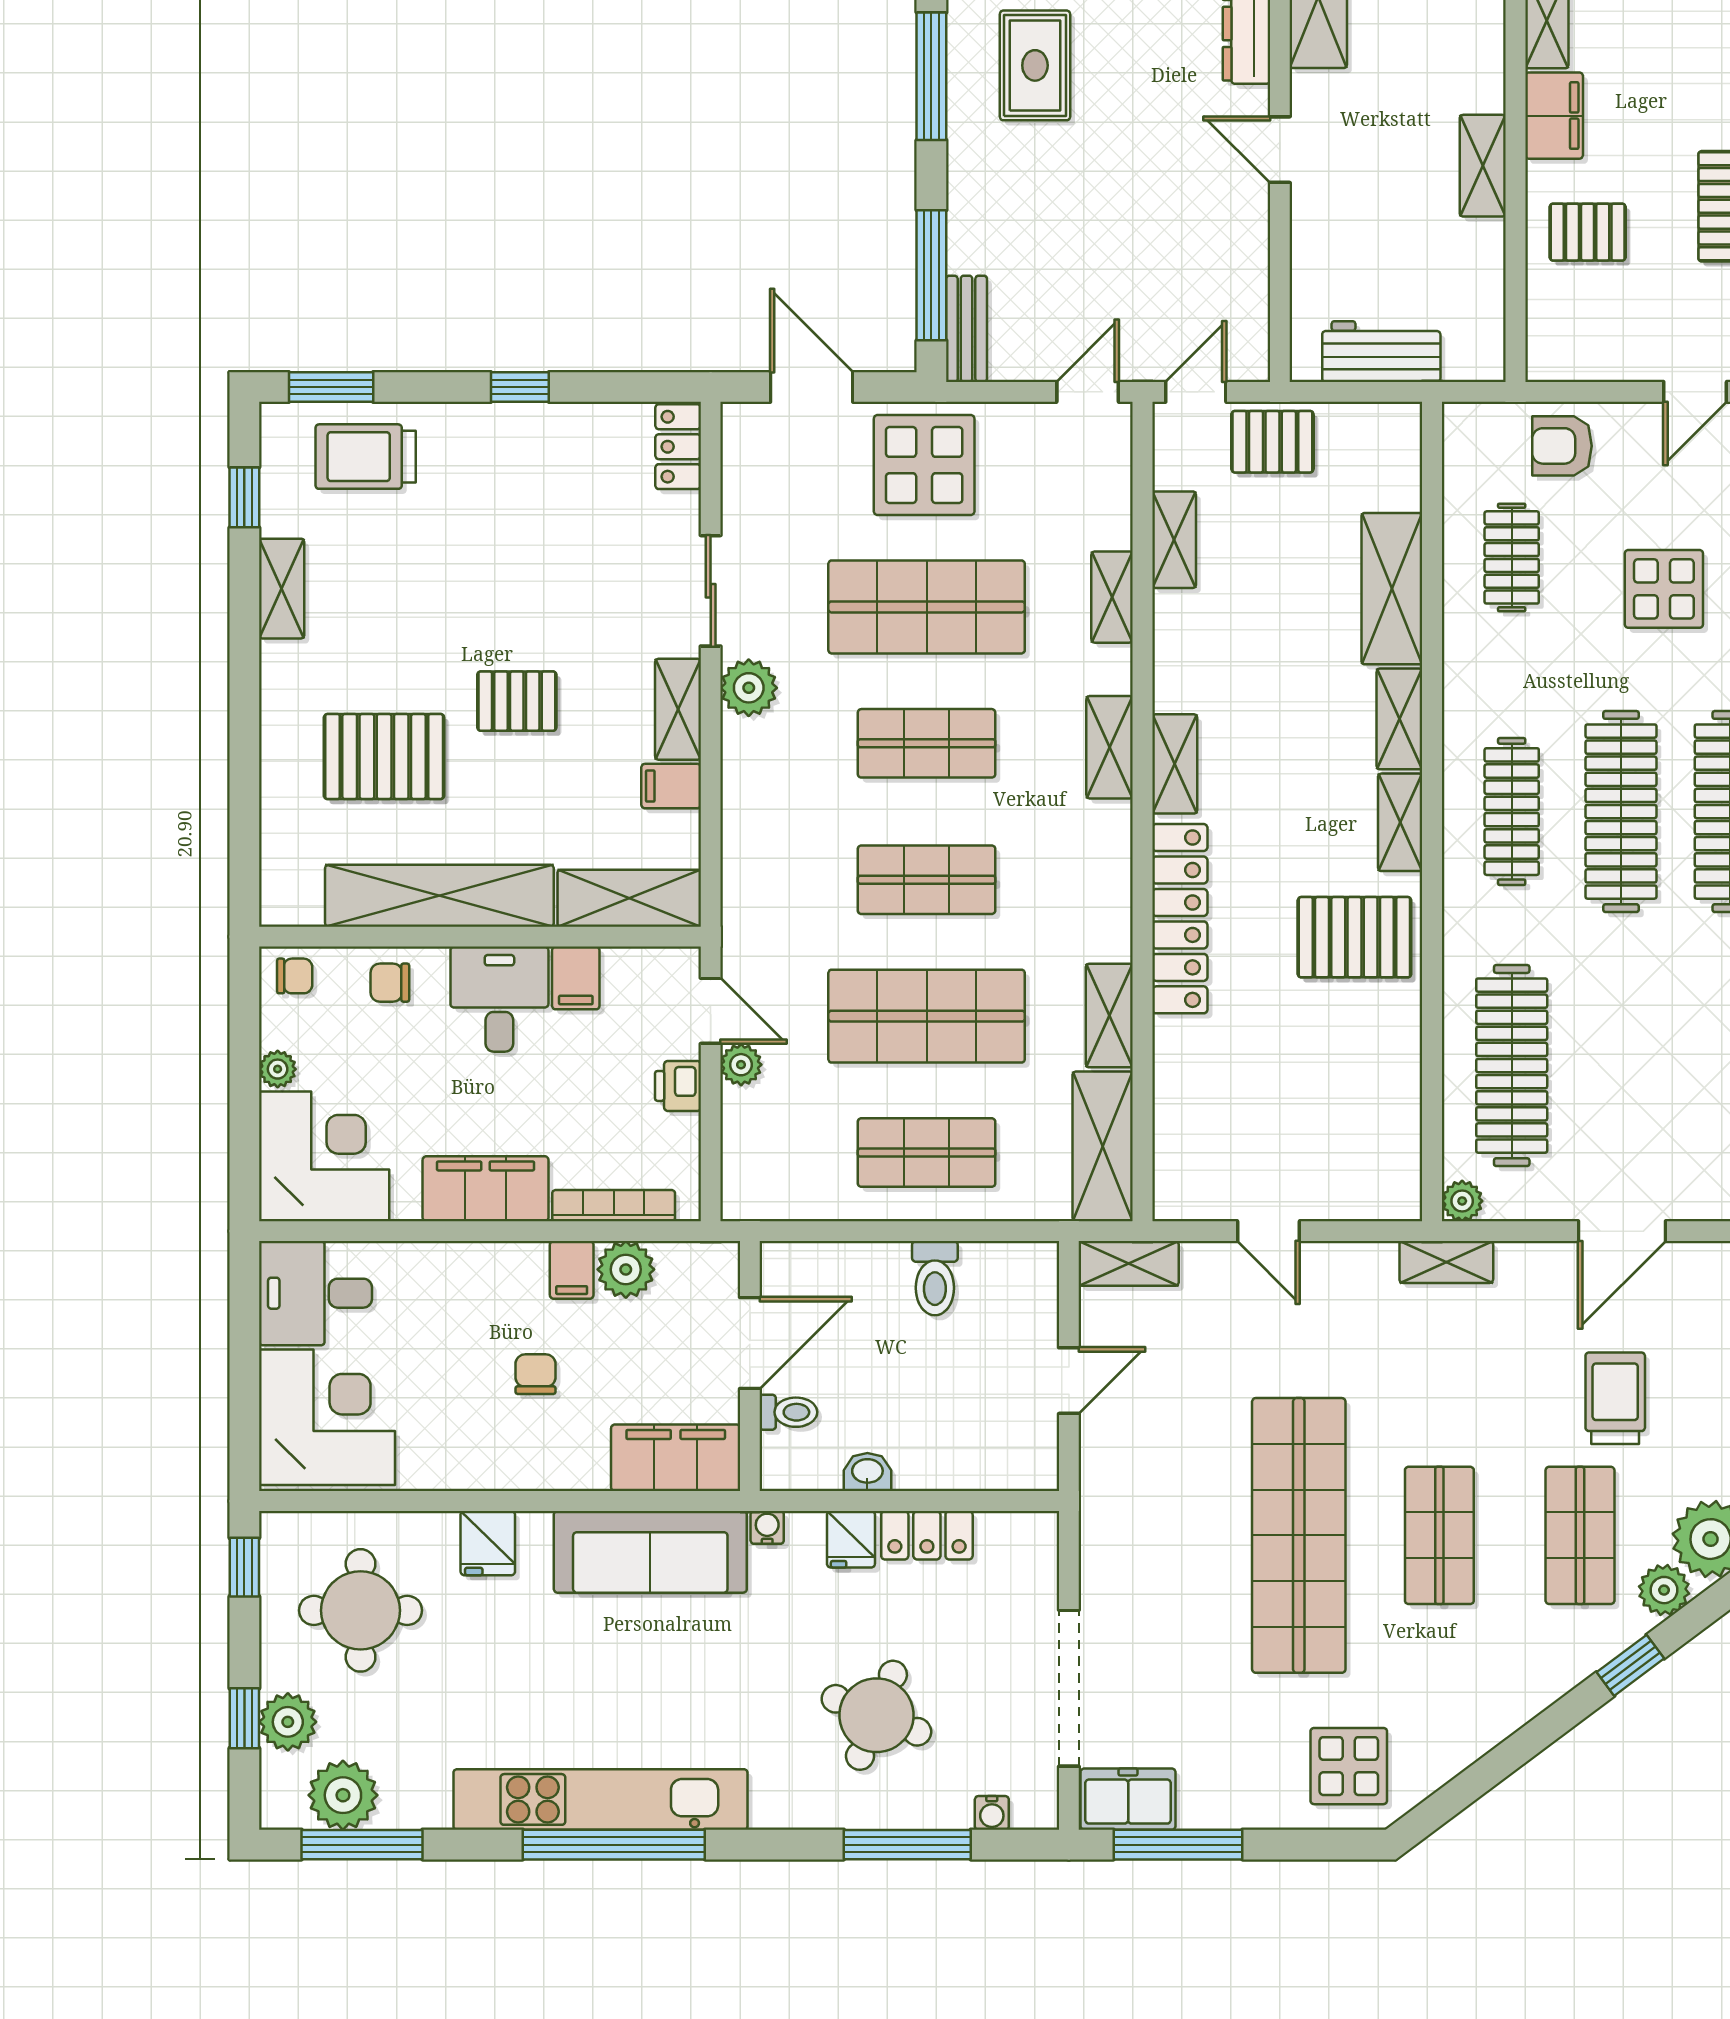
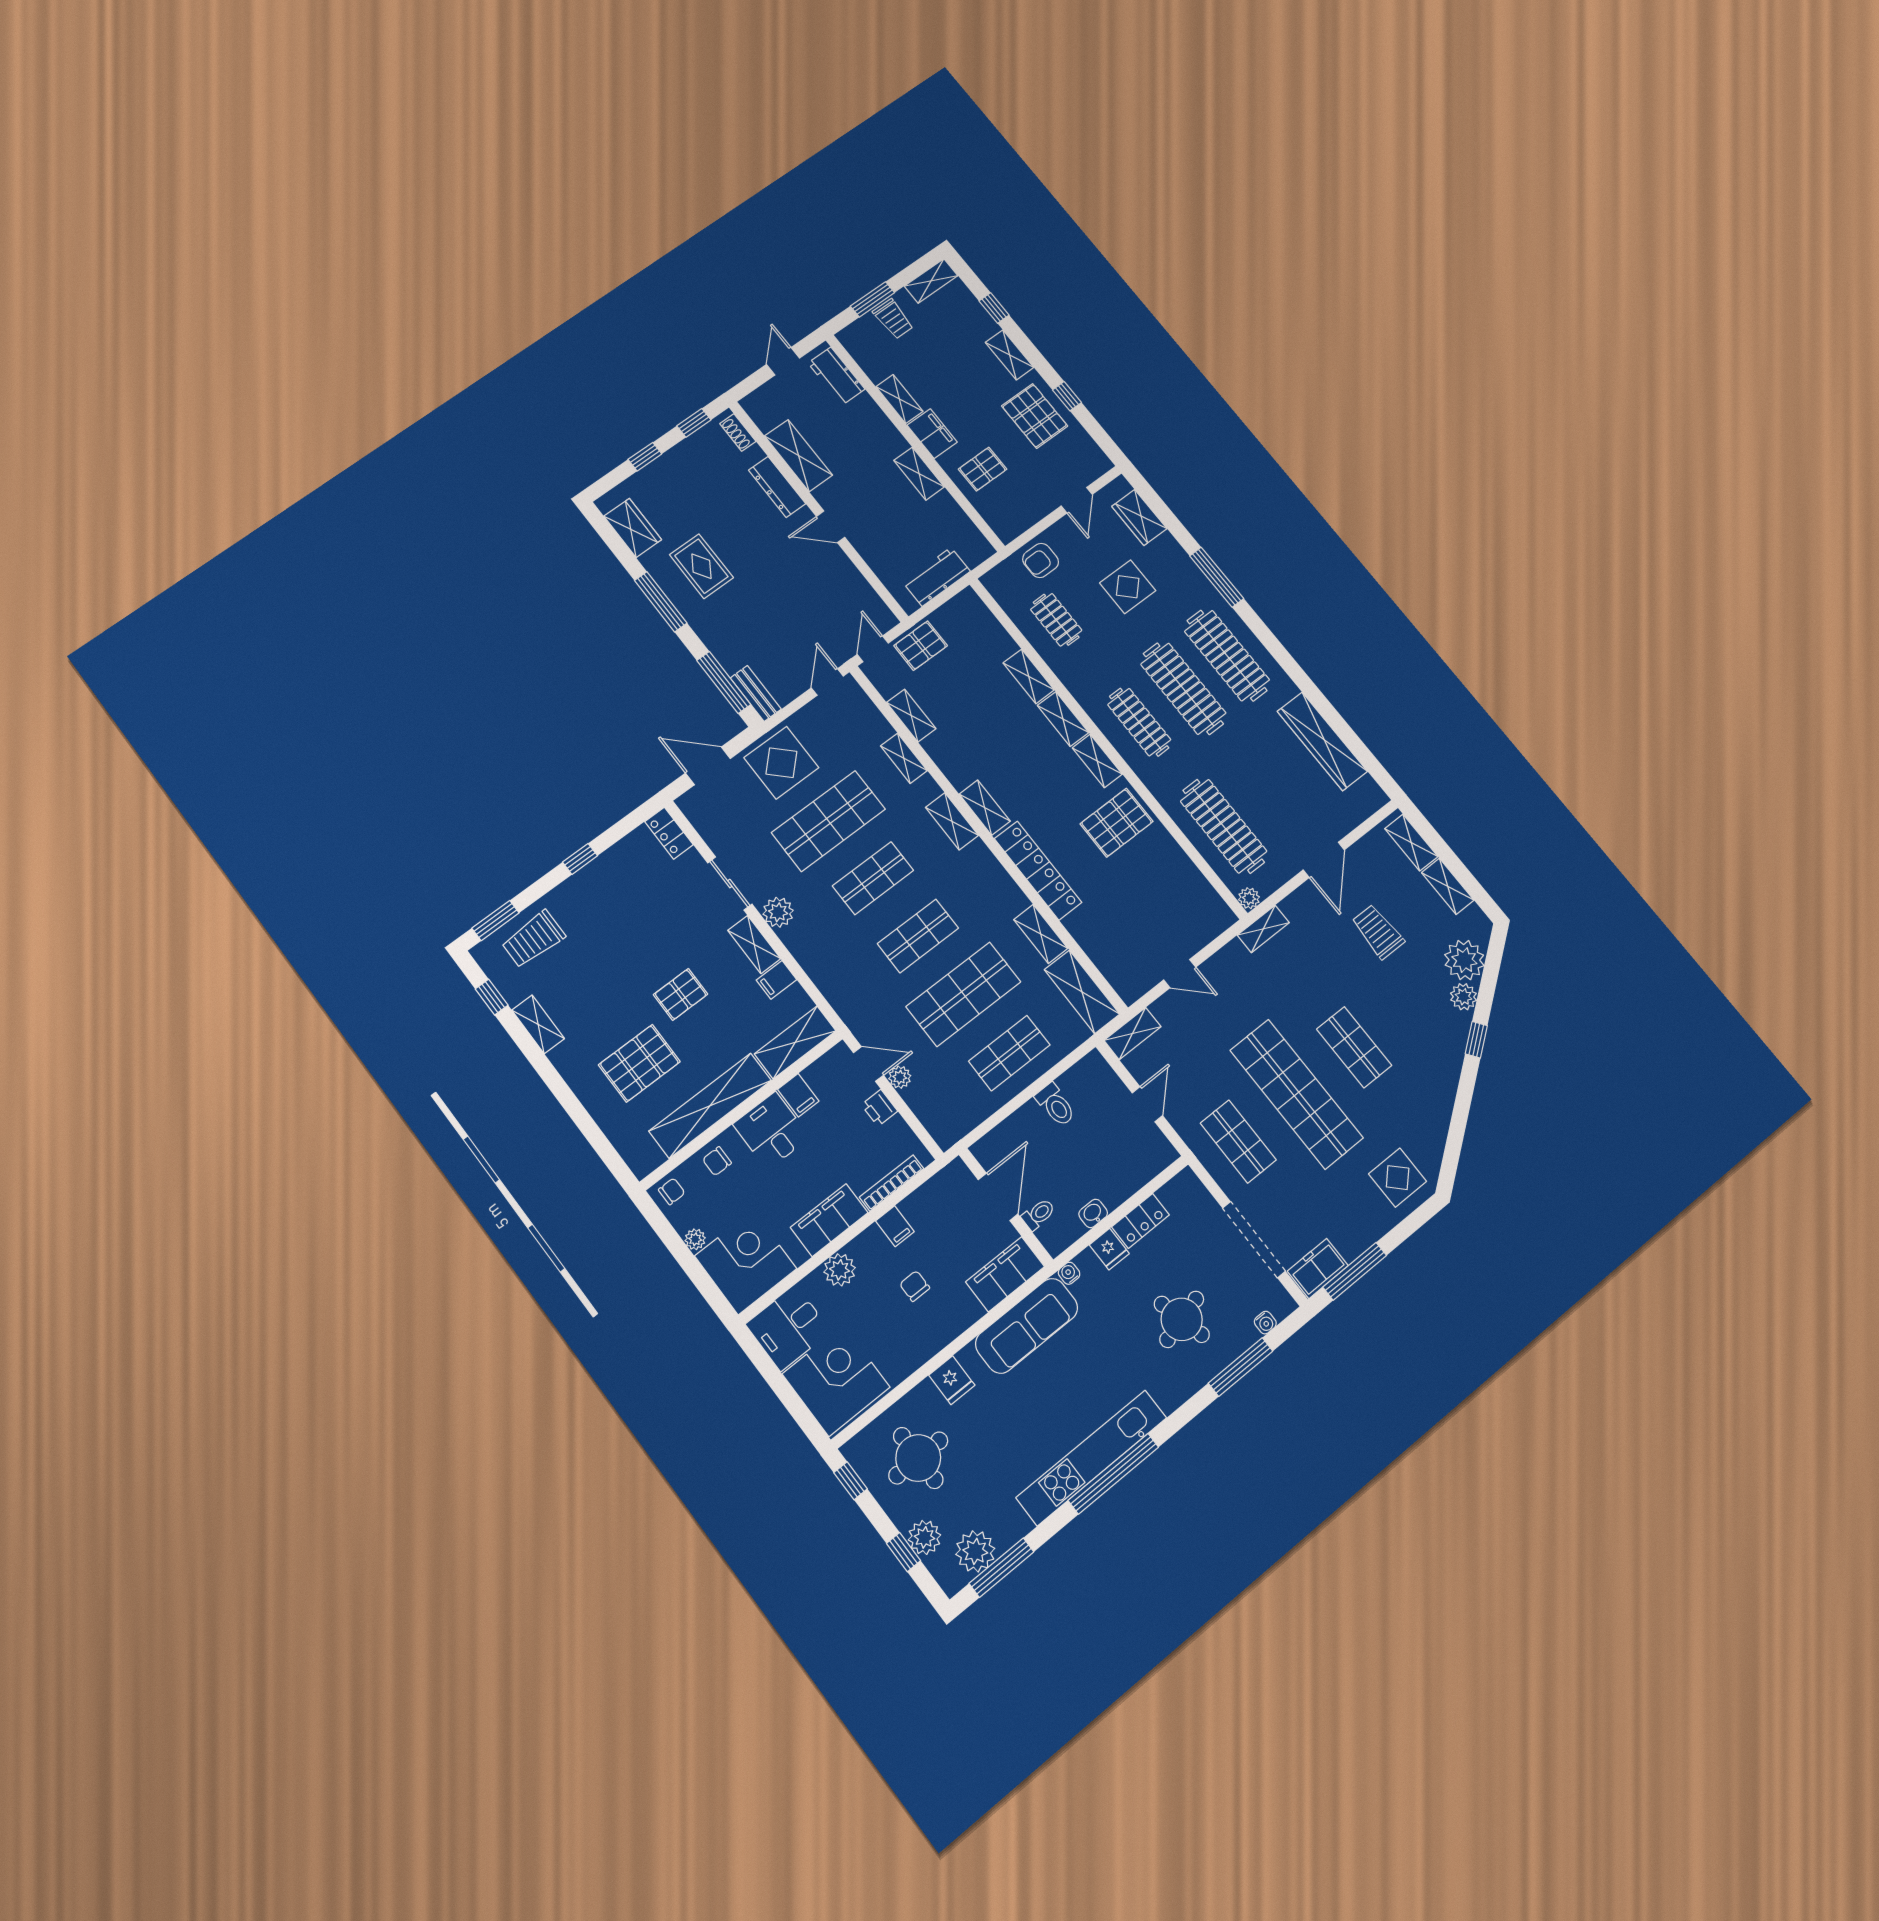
shelving: (1392, 589) -> (1029, 676), width x0.67, depth x0.75
plant: (626, 1269) -> (840, 1270), moved
shop shelf: (1580, 1535) -> (1238, 1142), moved
round table: (876, 1715) -> (1182, 1319), turned -37

